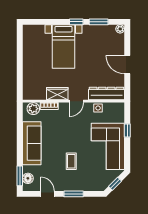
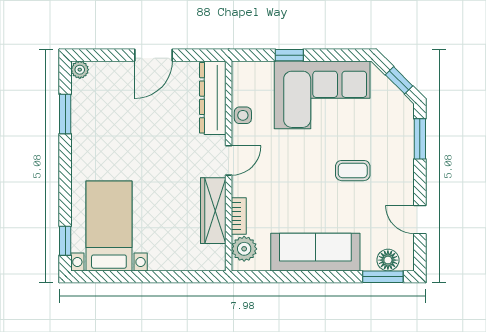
window: (76, 22) -> (65, 241), moved
bed with nightstands: (64, 46) -> (109, 226), moved, turned -90
wardrobe: (57, 94) -> (213, 211), width x1.50
door: (76, 101) -> (229, 160), hinge flipped
door: (47, 194) -> (420, 220), hinge flipped
window: (74, 194) -> (420, 139), moved

